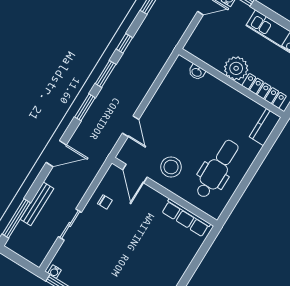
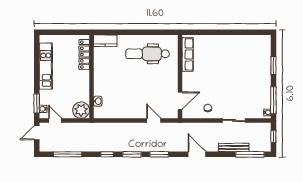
plant: (236, 68) -> (81, 110), moved
door: (131, 126) -> (154, 120), hinge flipped
stool: (171, 167) -> (163, 82), removed
window: (20, 261) -> (273, 137), added

